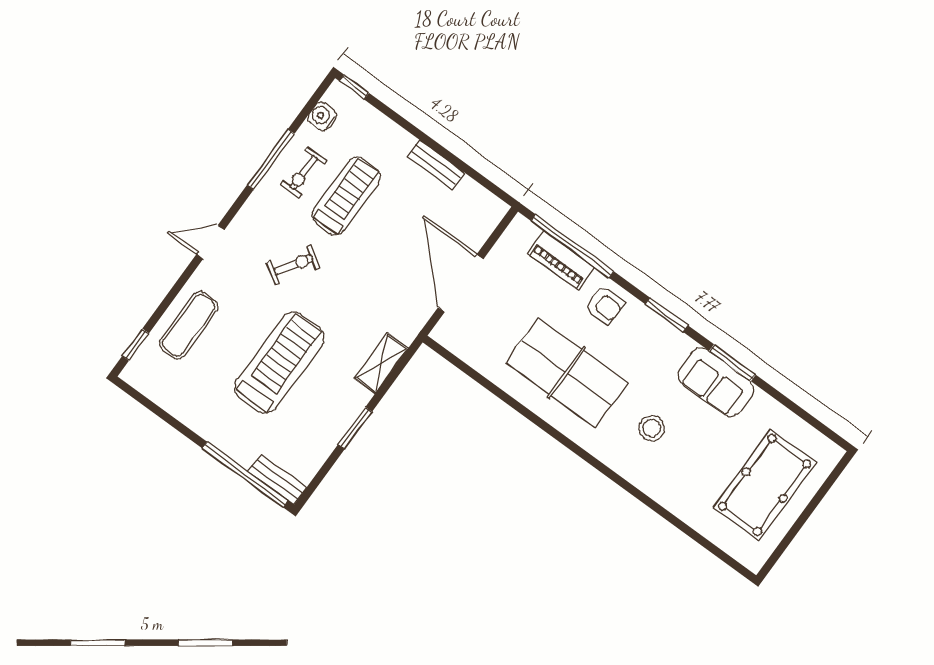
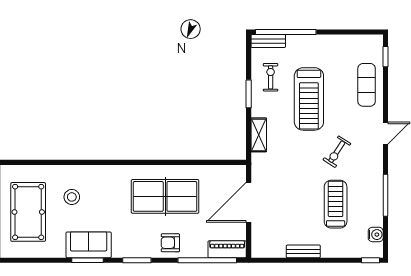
exercise bike: (304, 173) -> (271, 77), moved
treadmill: (346, 196) -> (336, 204), turned 180
piano: (561, 260) -> (227, 249), moved
door: (461, 283) -> (249, 202), swing flipped
stool: (652, 428) -> (72, 197), moved

